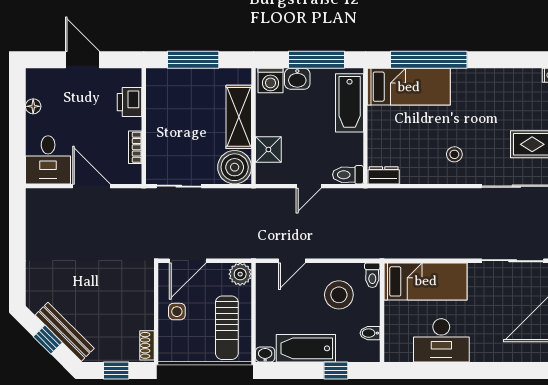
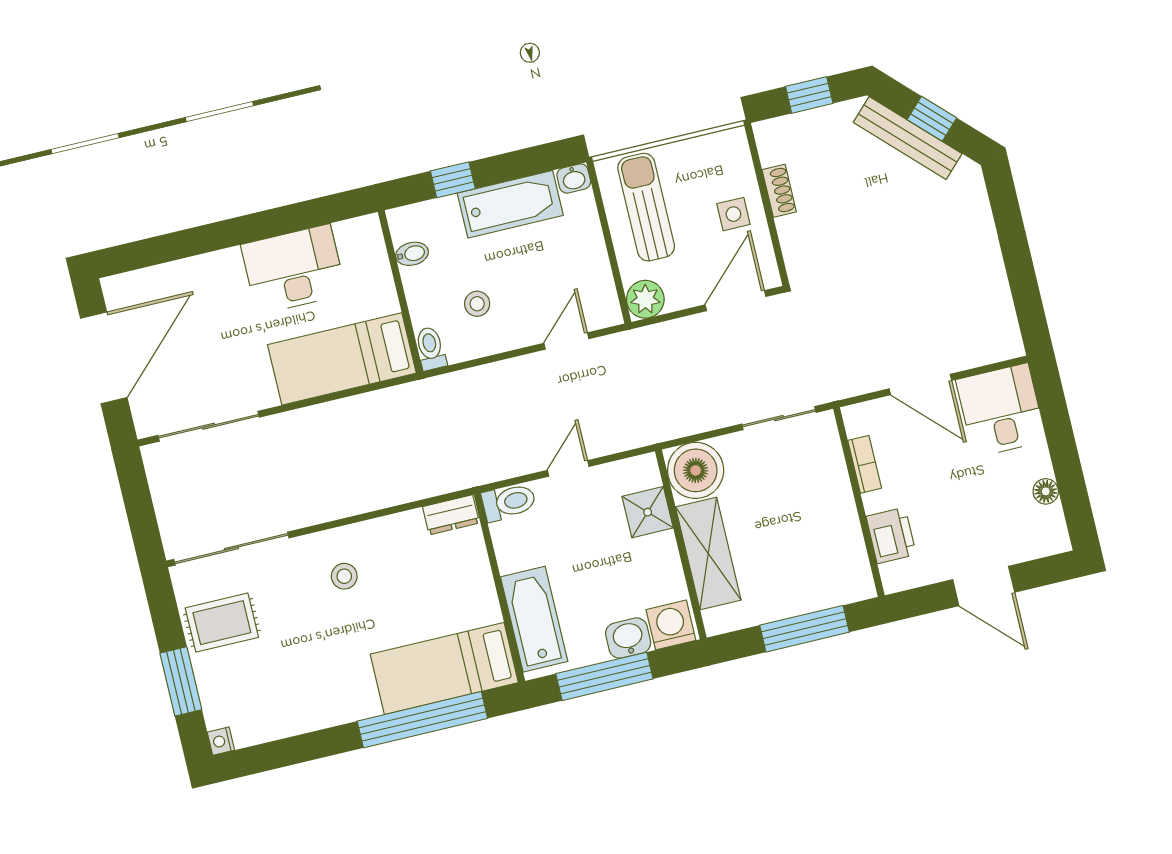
stool: (339, 295) -> (477, 304), width x0.53, depth x0.53
shoe rack: (147, 345) -> (779, 191), moved

